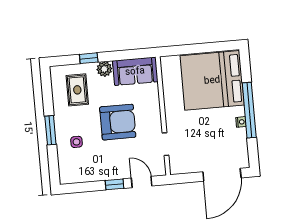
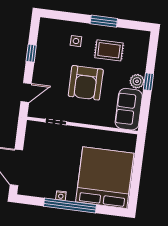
window: (89, 58) -> (148, 82), moved
rug: (77, 90) -> (109, 50), moved
window: (50, 130) -> (104, 21), moved
window: (115, 184) -> (31, 53), moved

